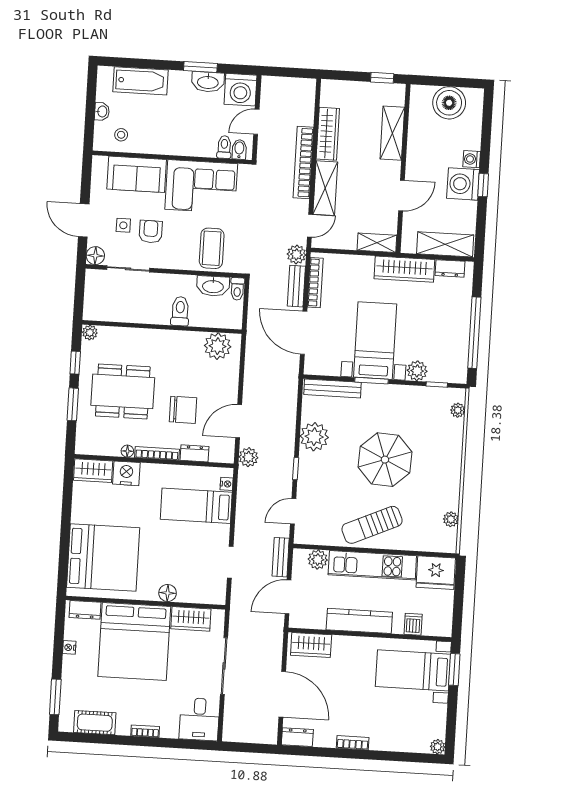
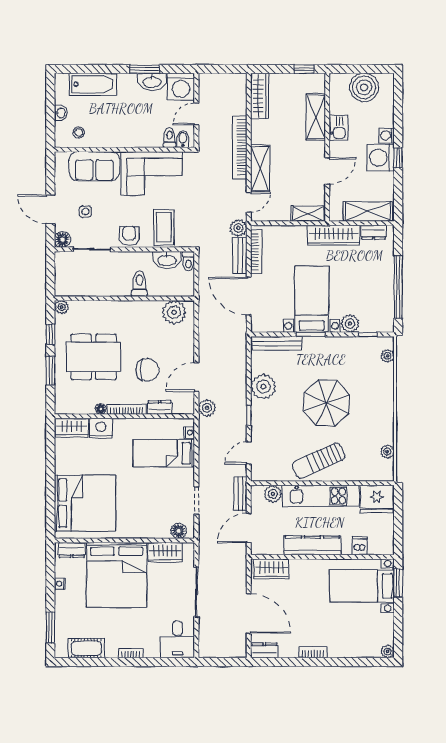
wardrobe: (328, 134) -> (260, 96), moved
kitchen sink: (417, 147) -> (338, 128), added
armchair: (151, 232) -> (129, 236), moved
floor lamp: (168, 593) -> (179, 531), moved

